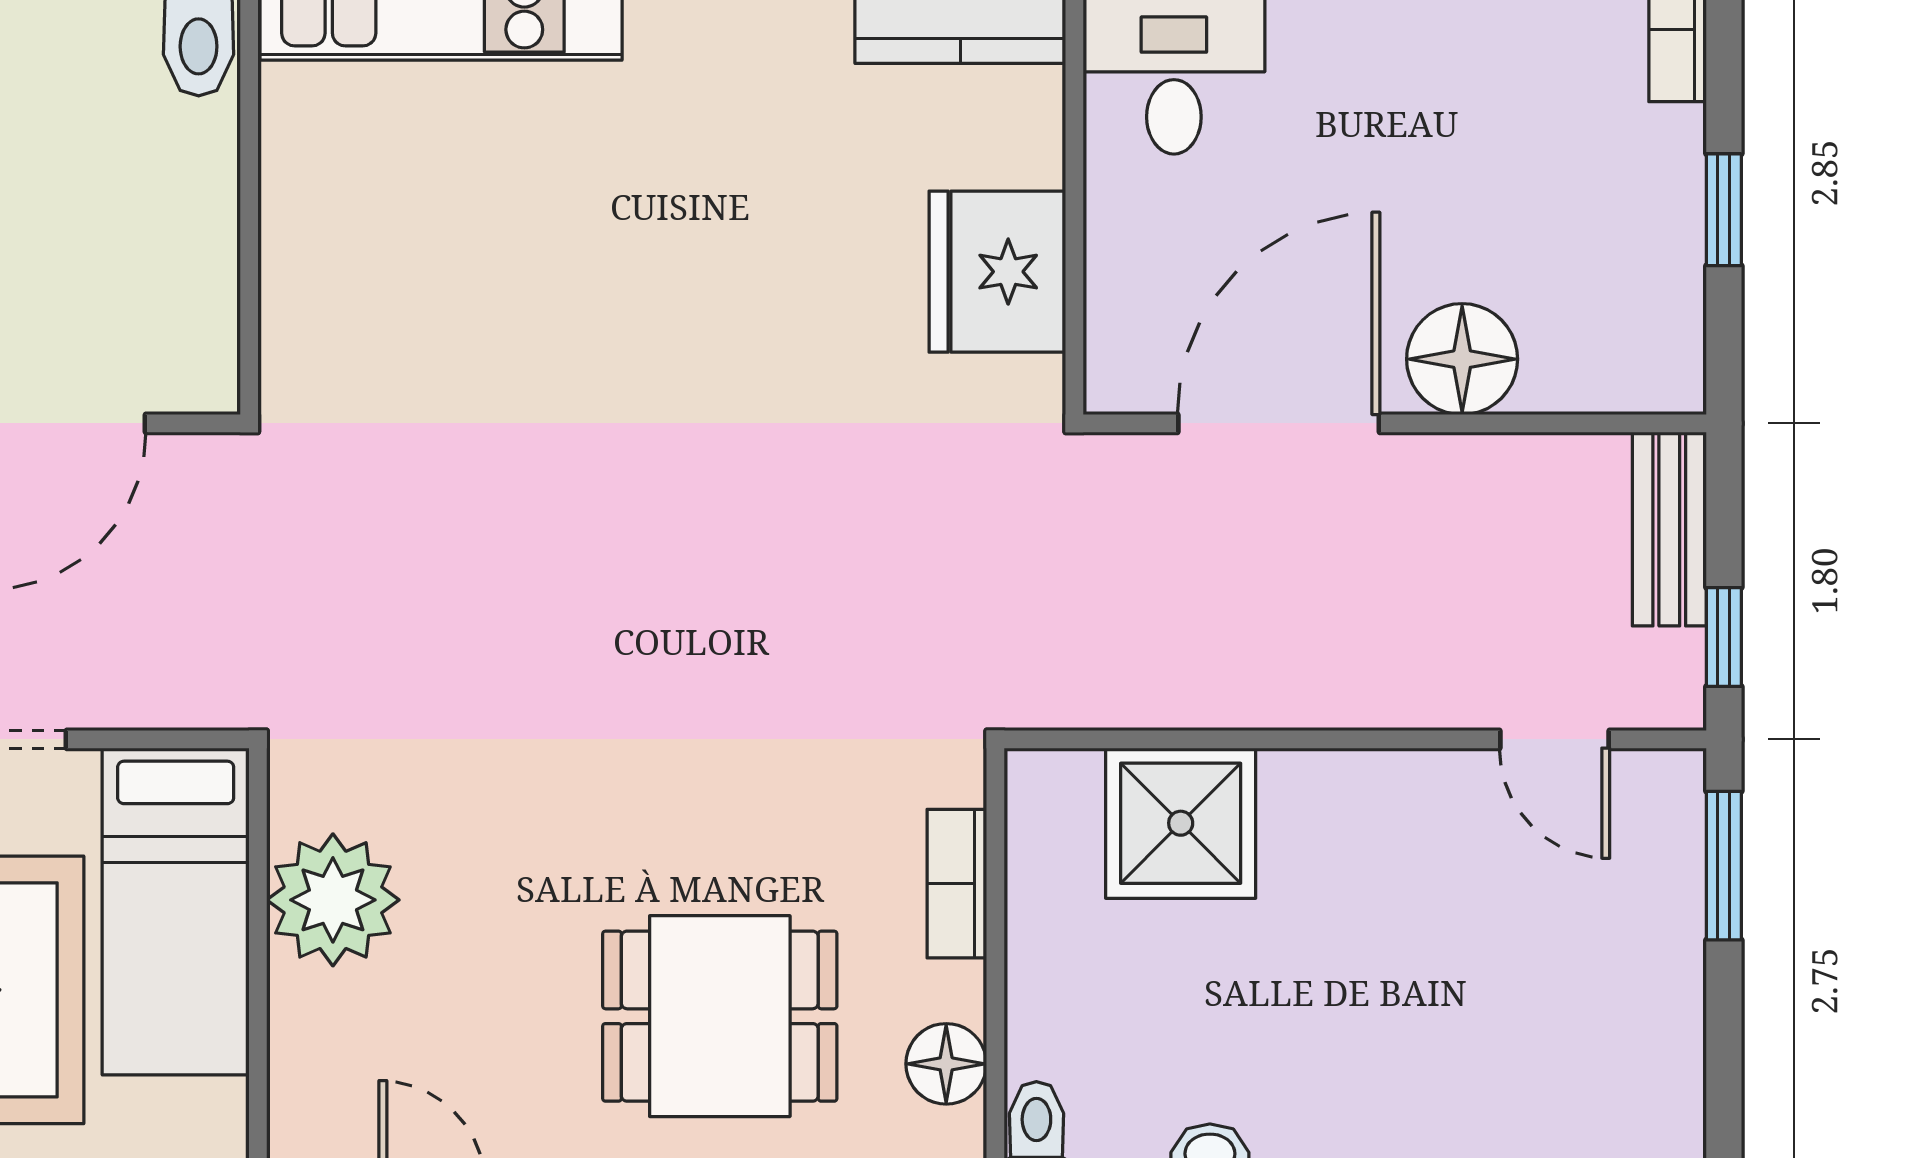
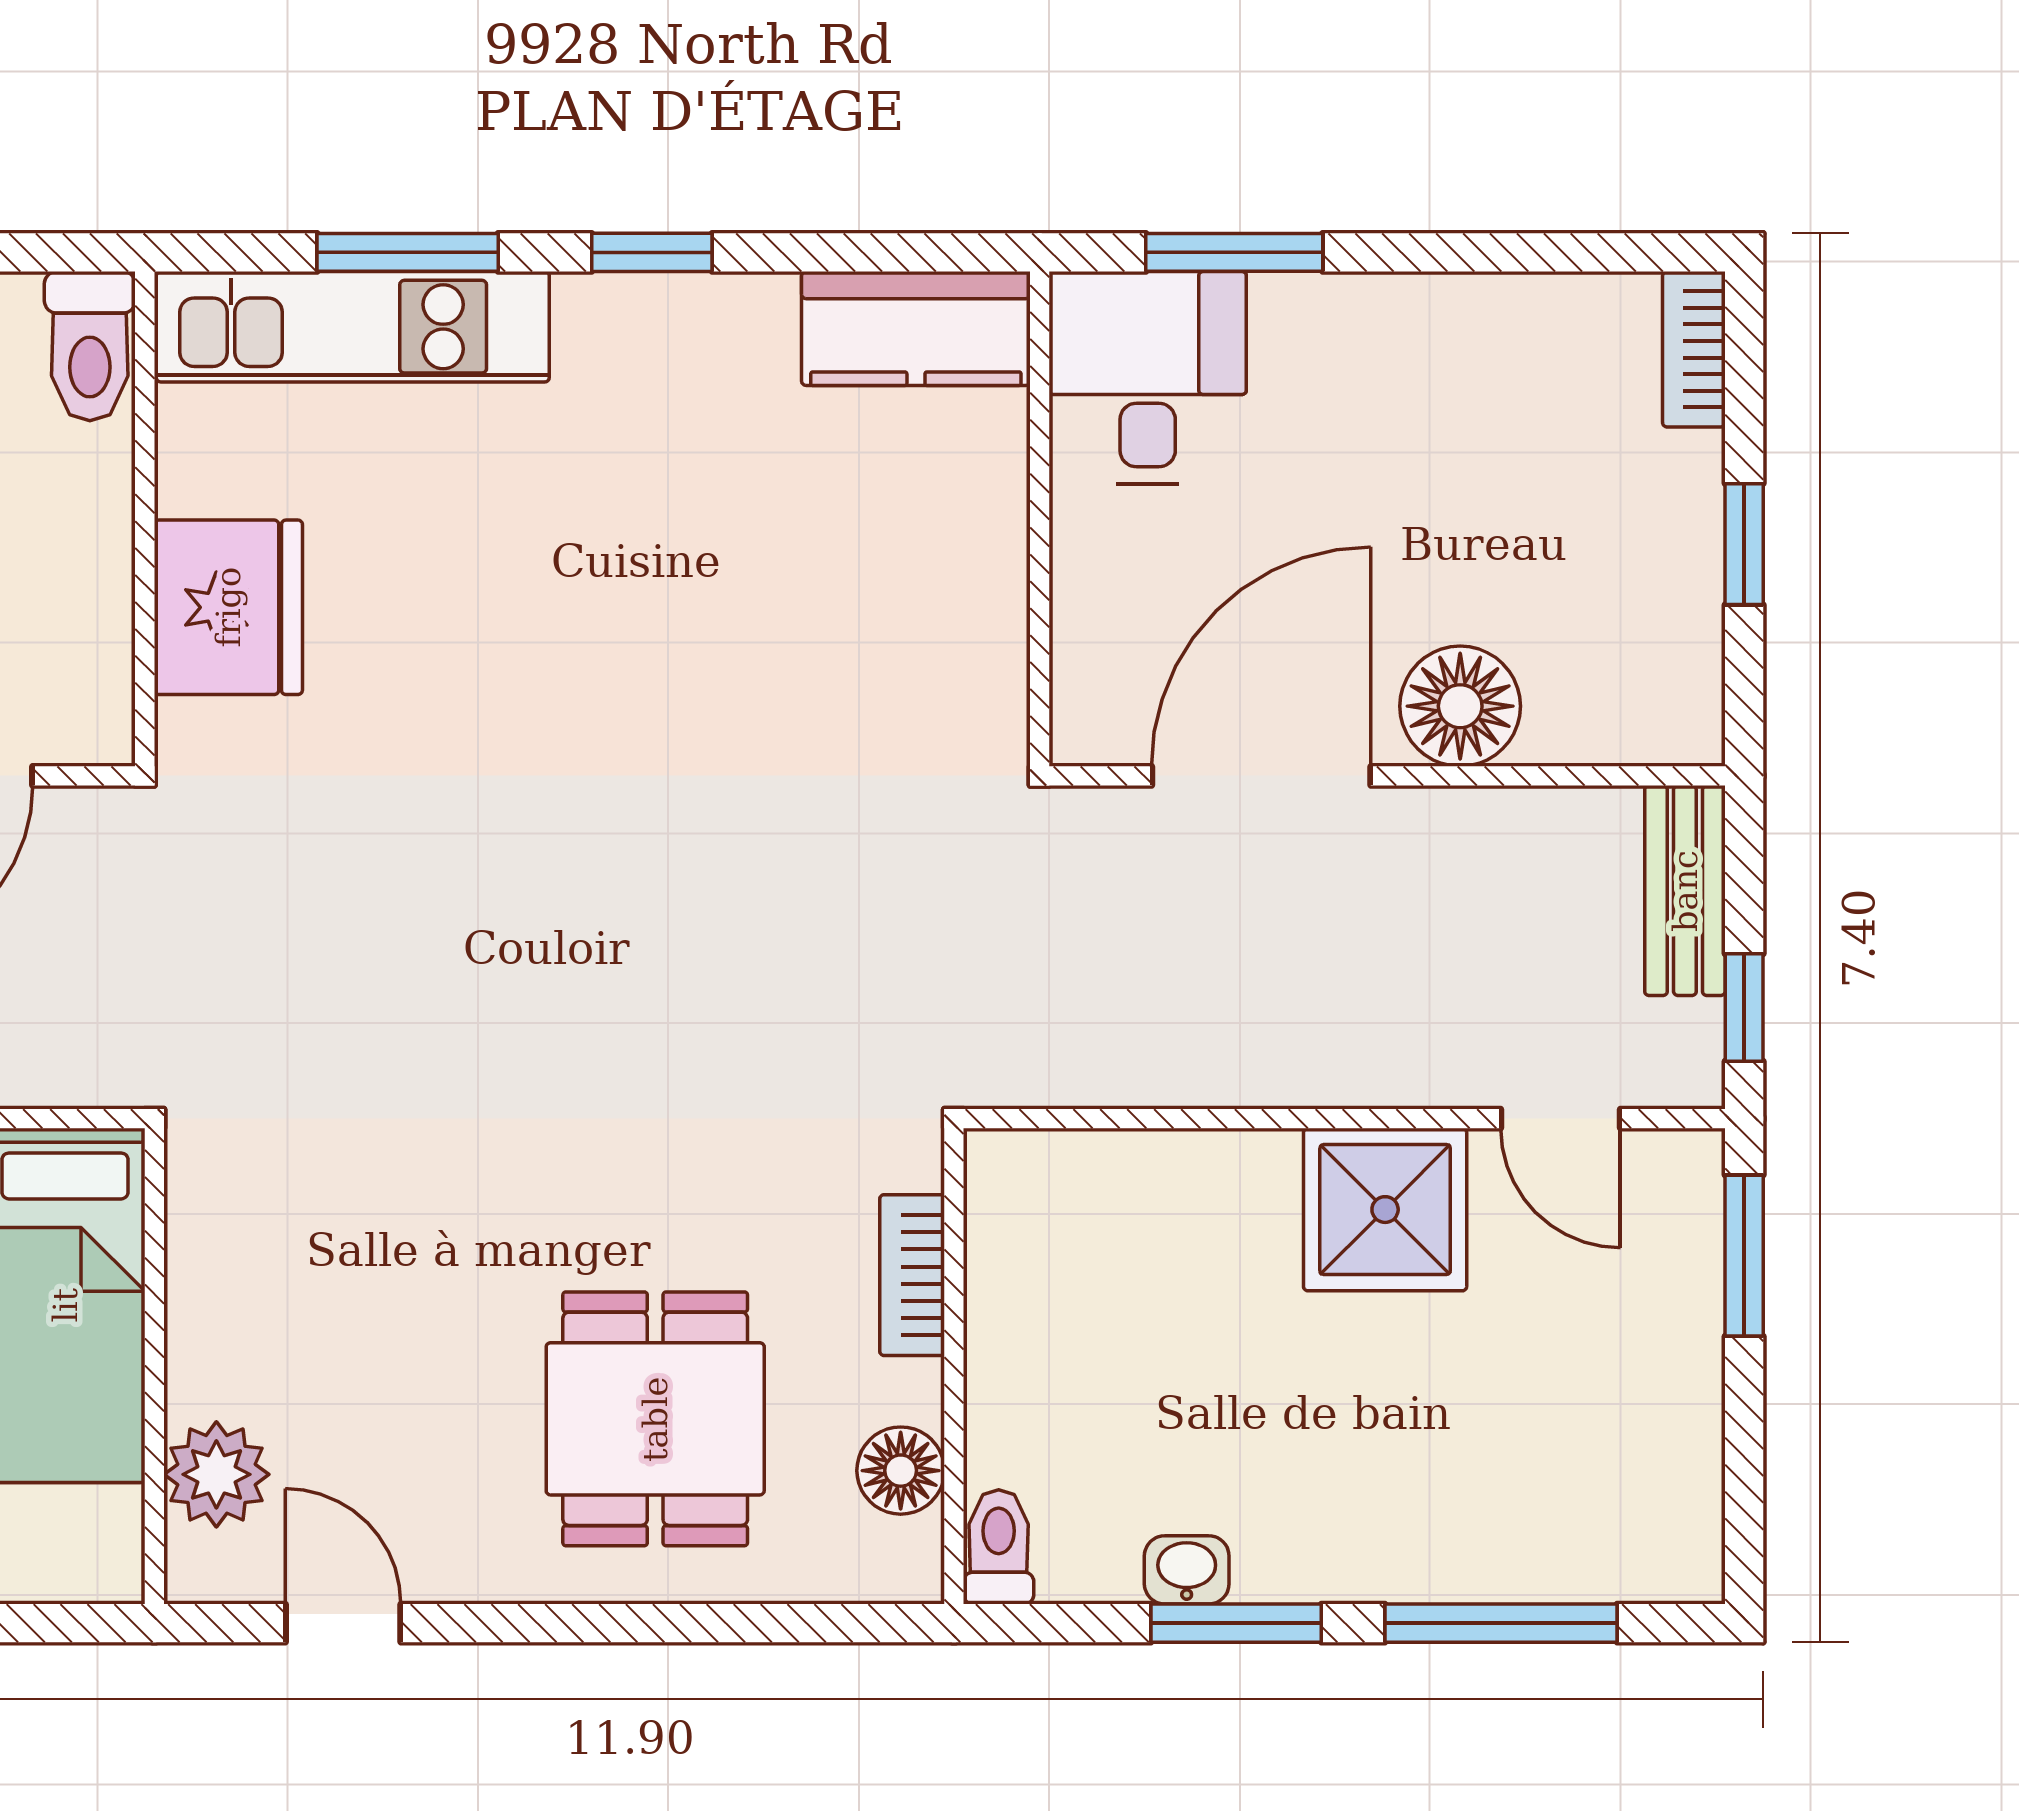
fridge: (997, 272) -> (228, 607), moved, turned 180
shower: (1181, 823) -> (1385, 1210), moved
plant: (333, 900) -> (216, 1474), moved, width x0.73, depth x0.73
dining table: (720, 1016) -> (655, 1419), turned 90

